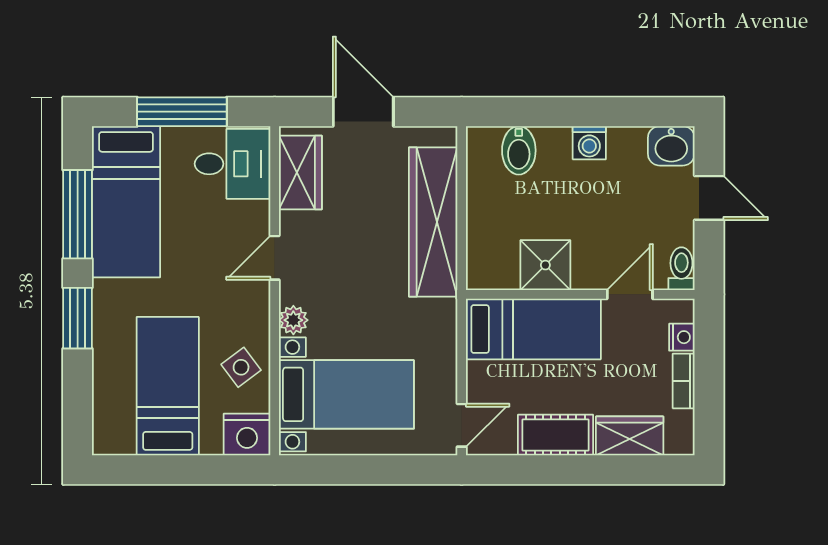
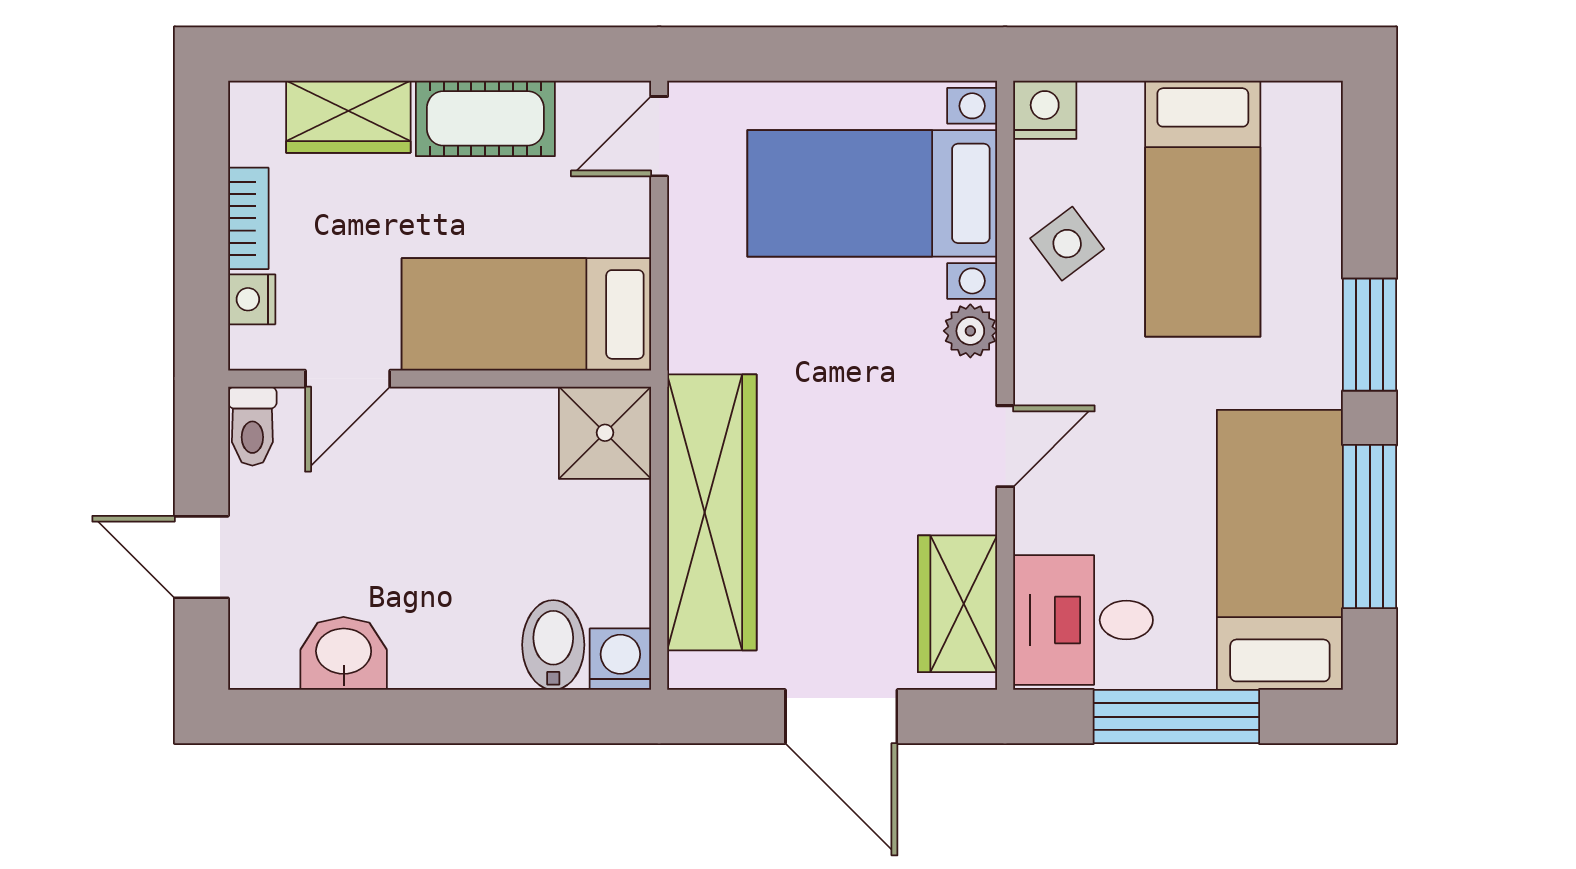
washing machine: (589, 143) -> (620, 659), moved
washbasin: (671, 146) -> (344, 653), moved
shower: (545, 265) -> (605, 433), moved
nightstand: (247, 435) -> (1045, 110), width x0.74, depth x0.75

